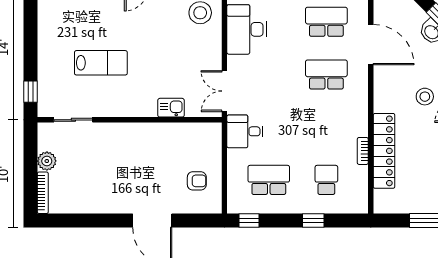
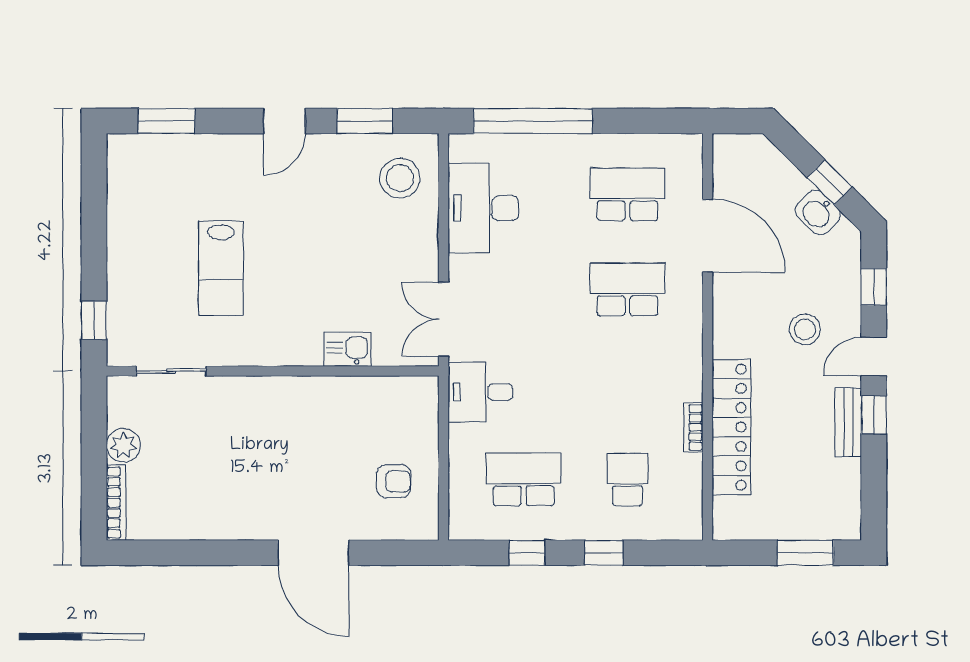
lab bench: (101, 63) -> (221, 268), turned 90
window: (249, 221) -> (527, 553), moved

